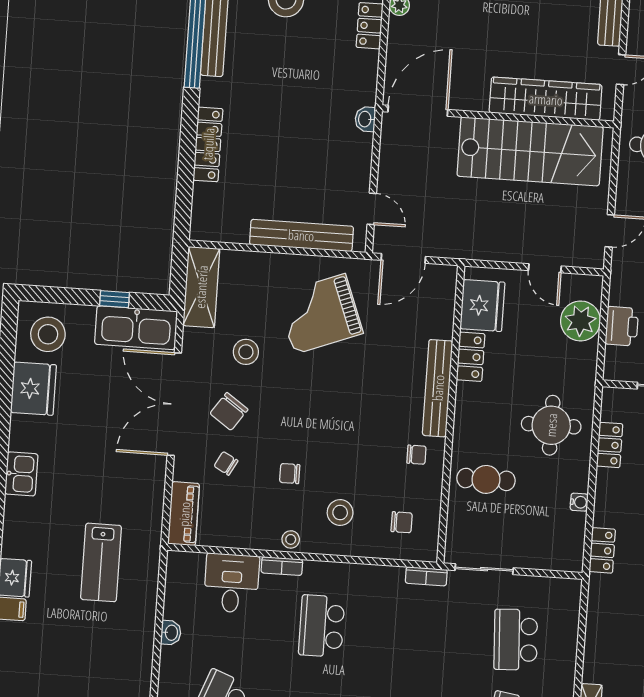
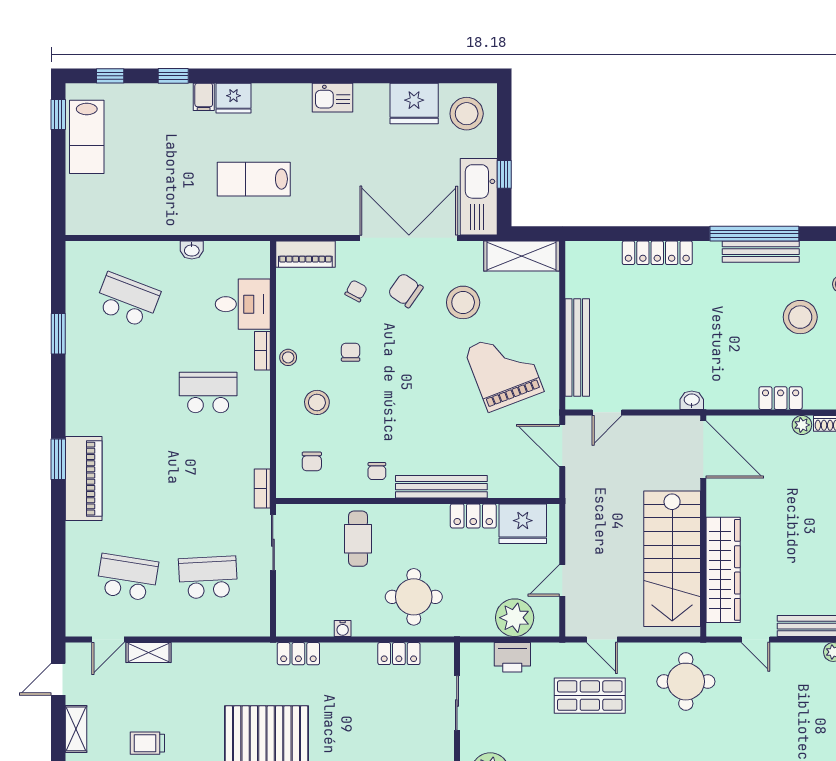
stool: (246, 352) -> (463, 302), width x1.38, depth x1.38

